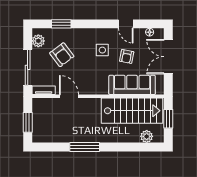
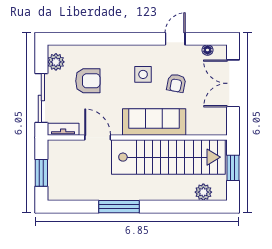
window: (61, 24) -> (87, 39), removed
door: (126, 24) -> (175, 39), swing flipped
armchair: (62, 55) -> (88, 81), turned -53
sofa: (132, 85) -> (154, 122), moved
stairs: (132, 111) -> (168, 157), width x1.36

